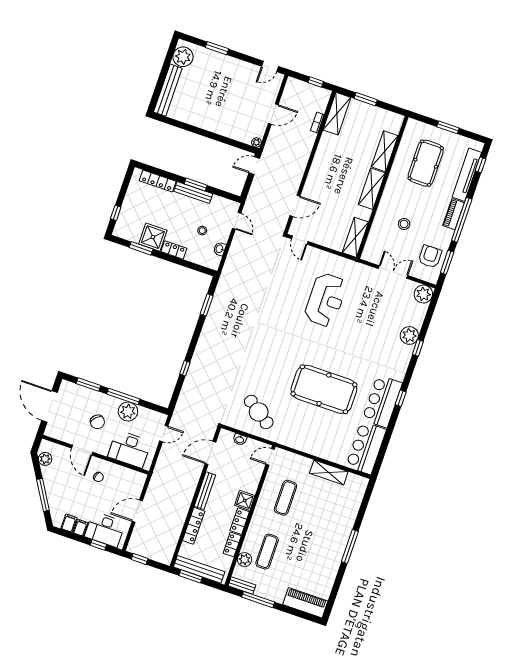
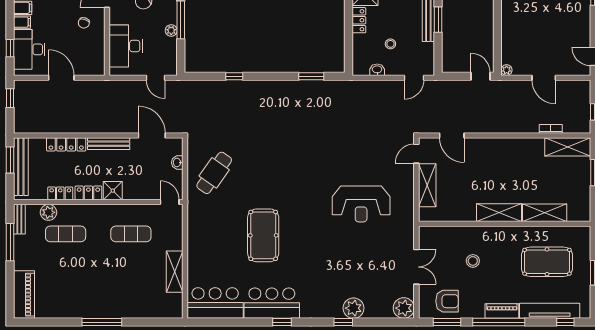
shelving: (355, 237) -> (427, 185), moved, turned 90
pool table: (324, 389) -> (263, 235), width x0.73, depth x0.76
plant: (128, 412) -> (171, 31), width x0.53, depth x0.53

